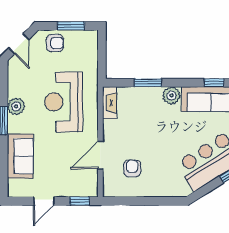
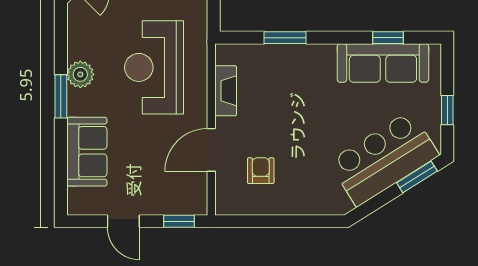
plant: (171, 96) -> (322, 57), removed
fireplace: (110, 103) -> (226, 91), moved
door: (44, 201) -> (123, 221), hinge flipped

